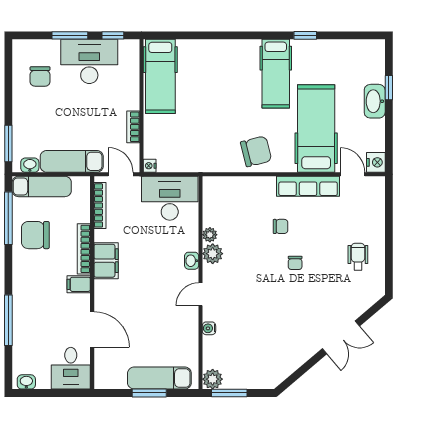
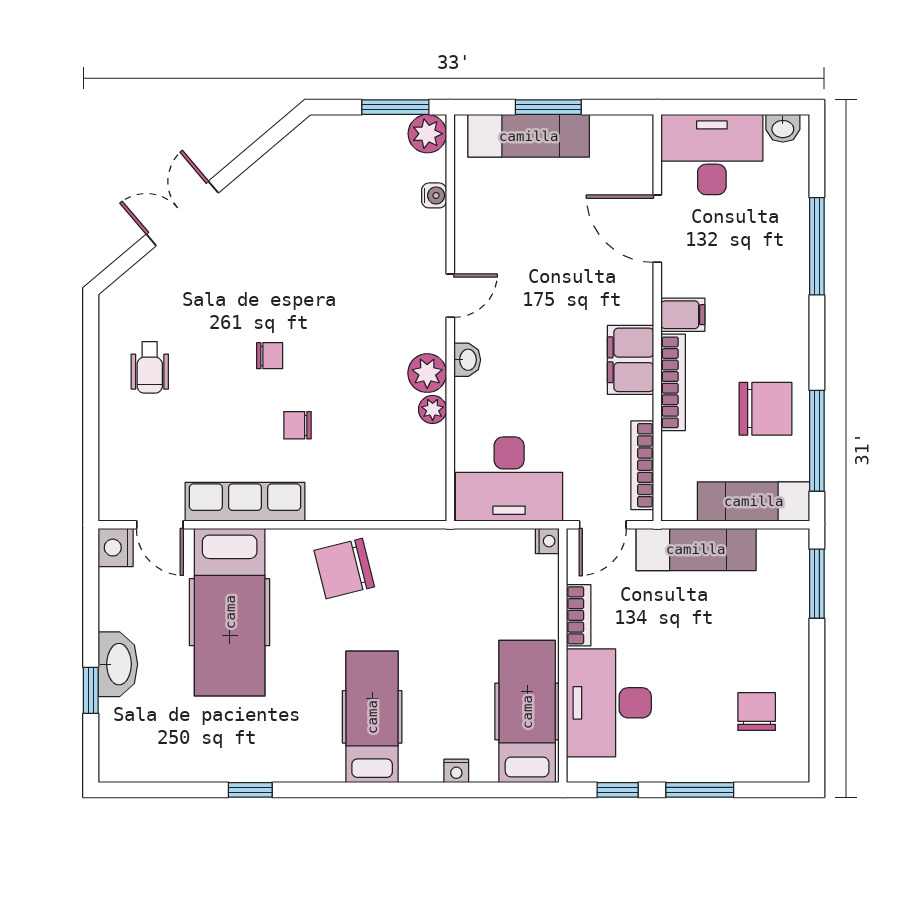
nightstand: (197, 45) -> (456, 771), added
desk: (89, 61) -> (609, 703), moved, turned 90
hospital bed: (276, 74) -> (372, 717), moved
washbasin: (30, 165) -> (776, 542), removed
door: (121, 174) -> (603, 525), hinge flipped
chair: (295, 263) -> (270, 356), turned 90
water cooler: (209, 328) -> (434, 195), moved
desk: (71, 368) -> (712, 155), width x1.37

